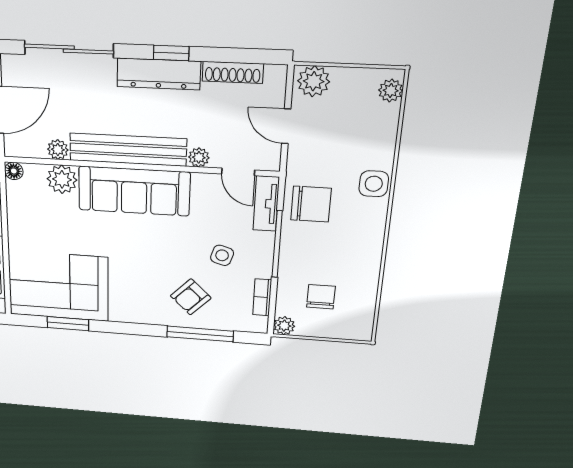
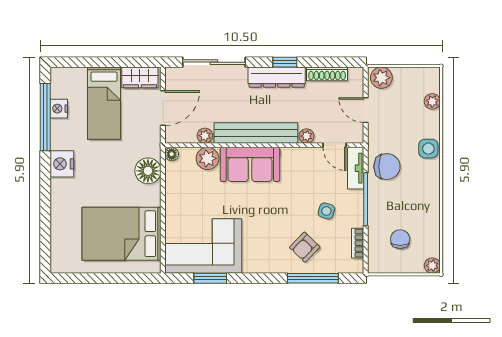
plant: (391, 91) -> (432, 101), moved
sofa: (134, 191) -> (250, 164), width x0.73
plant: (284, 326) -> (432, 266), moved

